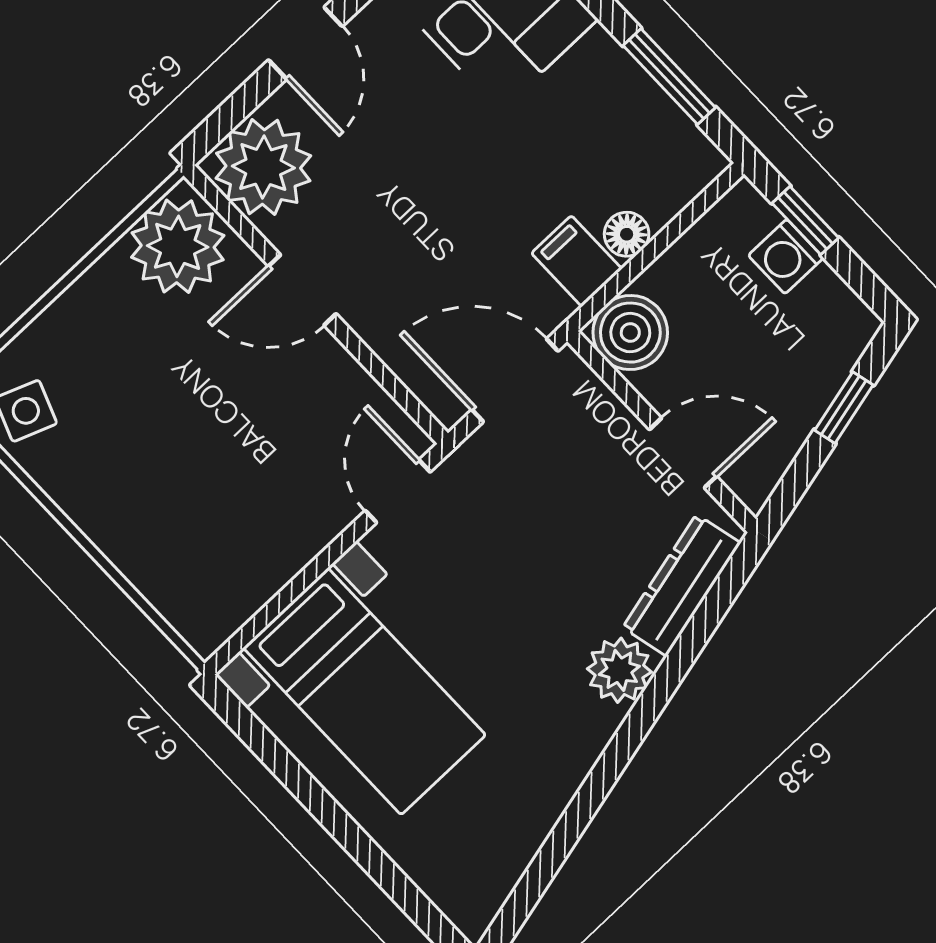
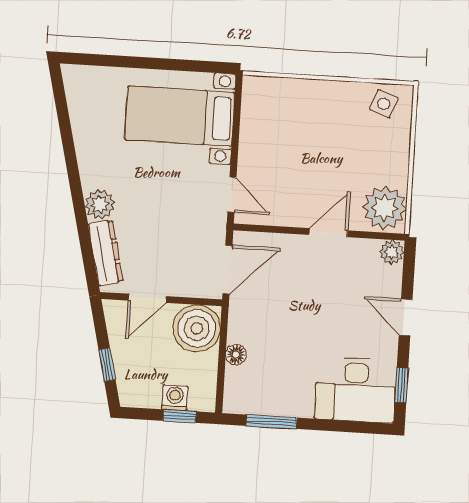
plant: (263, 167) -> (392, 252), width x0.53, depth x0.53
filing cabinet: (577, 261) -> (244, 330), removed
boiler: (630, 333) -> (197, 328), width x1.37, depth x1.37

